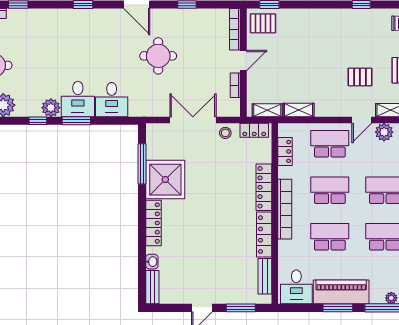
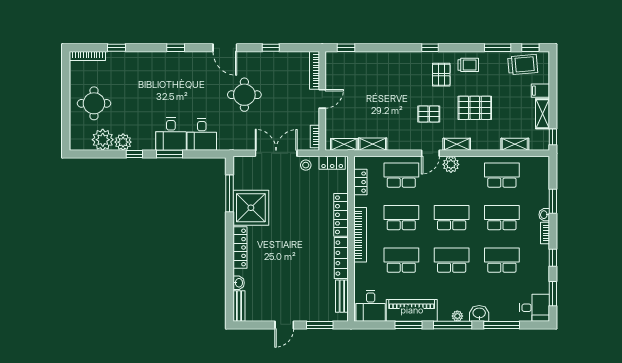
pallet: (263, 23) -> (441, 75), moved, turned 90
bookcase: (235, 85) -> (315, 137), moved
plant: (51, 108) -> (123, 142), moved

